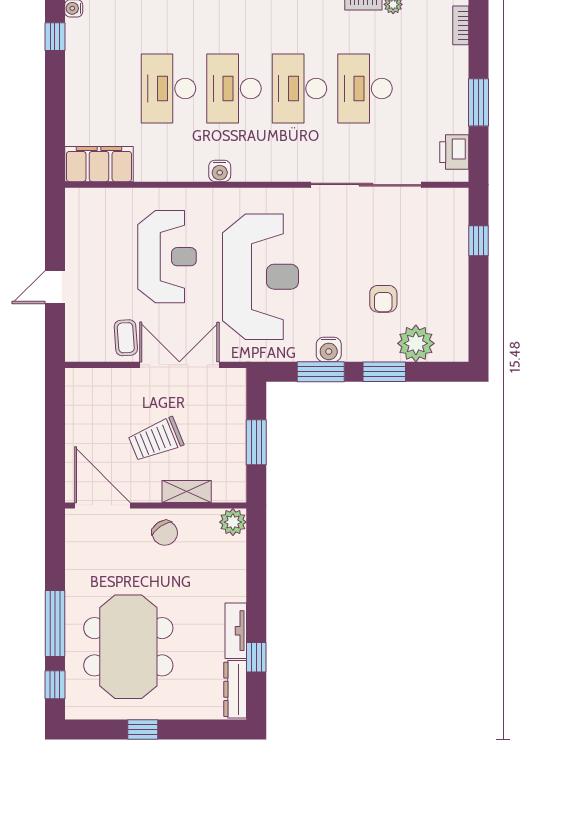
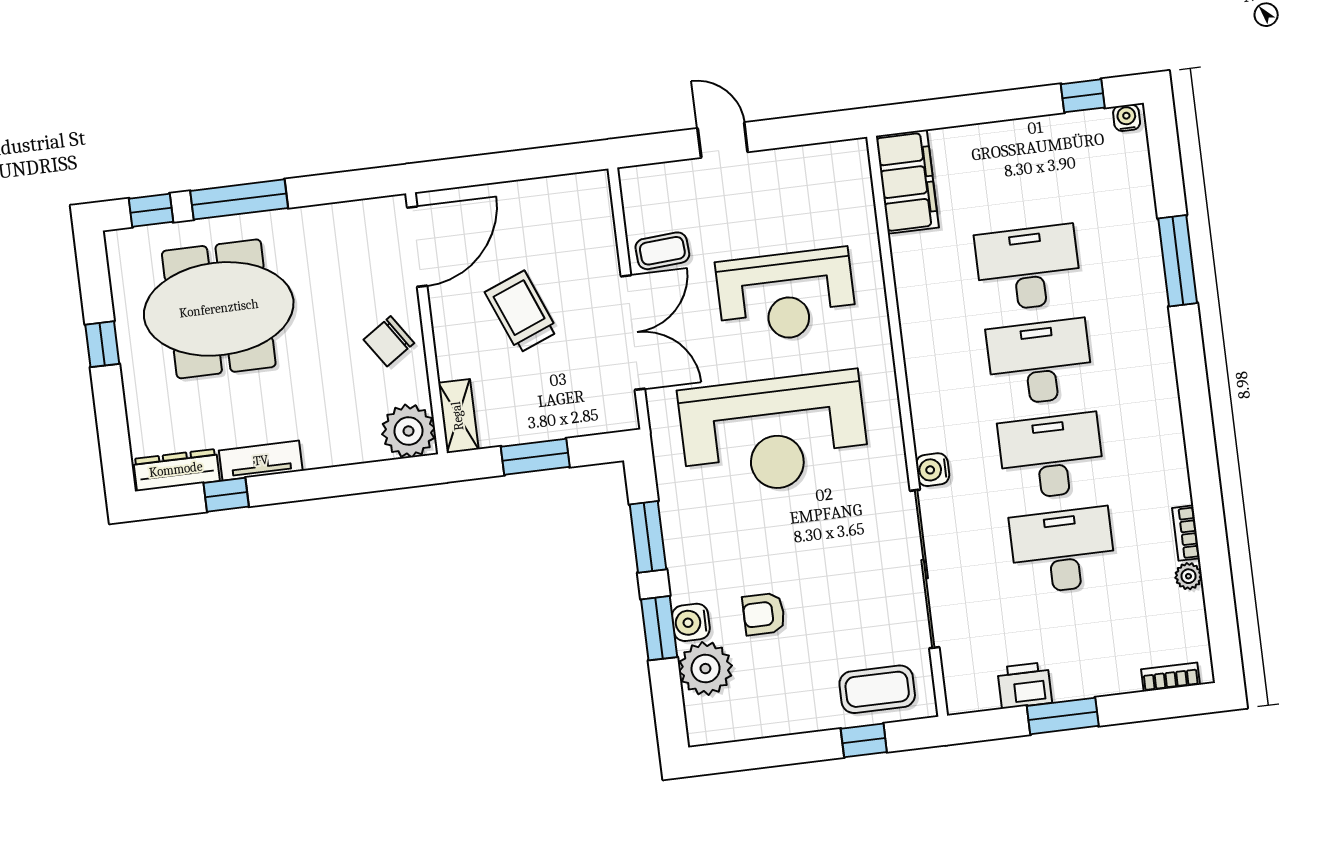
printer: (454, 152) -> (1025, 685), moved
water cooler: (220, 171) -> (933, 470), moved
coffee table: (444, 227) -> (877, 689), added
water cooler: (329, 350) -> (691, 622), moved
shelving: (187, 491) -> (458, 416), moved
plant: (233, 522) -> (409, 431), width x1.36, depth x1.36

